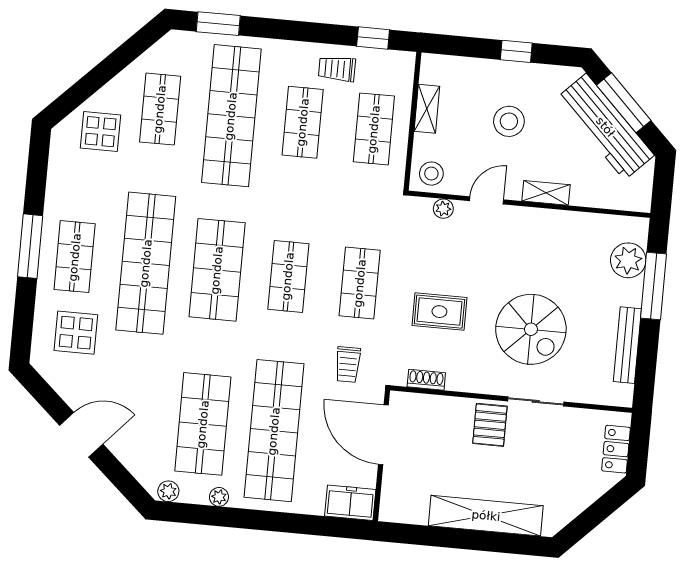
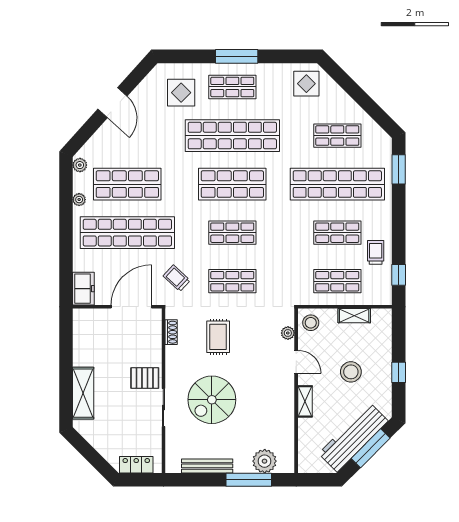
display table: (101, 132) -> (306, 84), moved
trolley: (348, 364) -> (177, 278), turned 43
shelving: (486, 516) -> (83, 393), width x0.68

